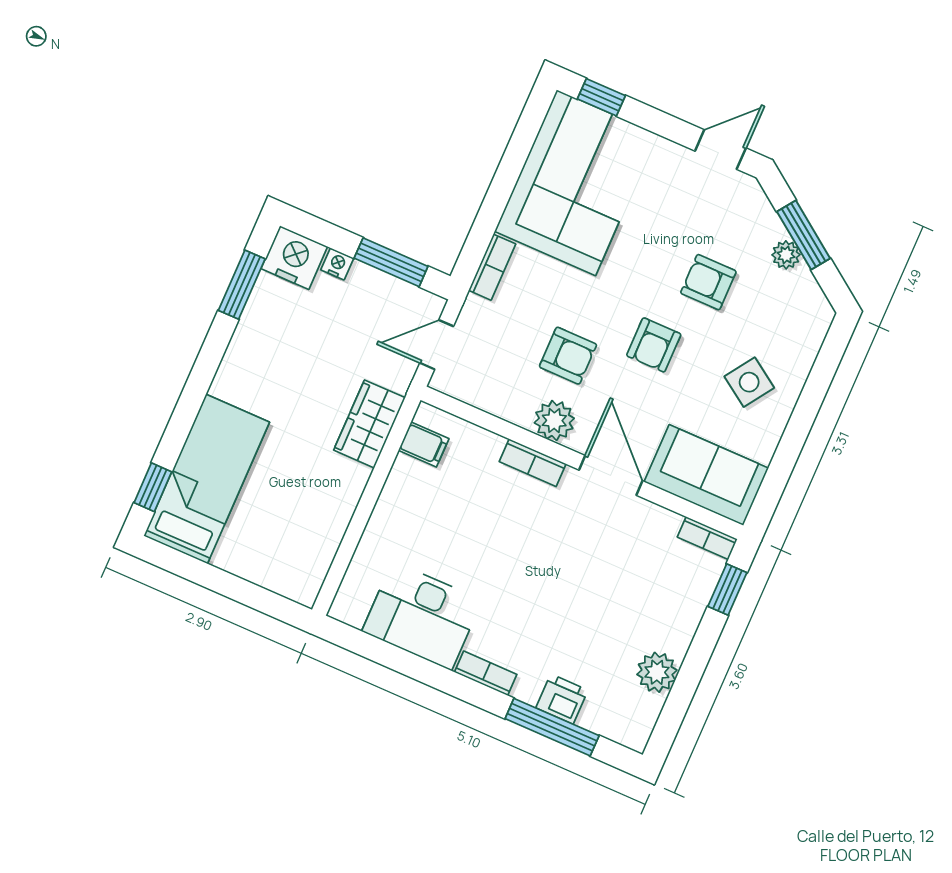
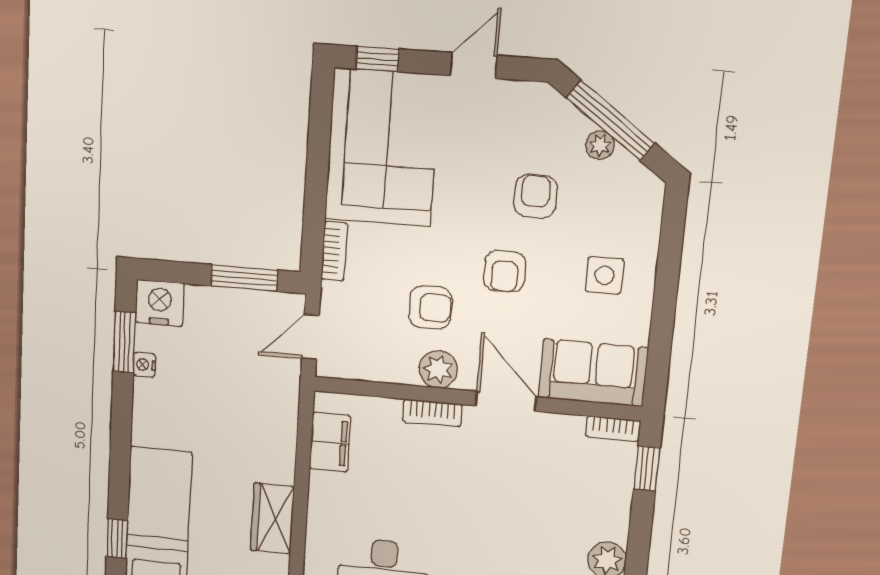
door: (720, 149) -> (474, 66), moved
window: (804, 235) -> (610, 120), width x1.44
nightstand: (337, 264) -> (144, 365), moved, turned -90
armchair: (708, 282) -> (536, 196), turned 90
side table: (749, 382) -> (605, 275), turned -34
wardrobe: (369, 424) -> (272, 519), moved
filing cabinet: (424, 444) -> (330, 442), width x2.00

